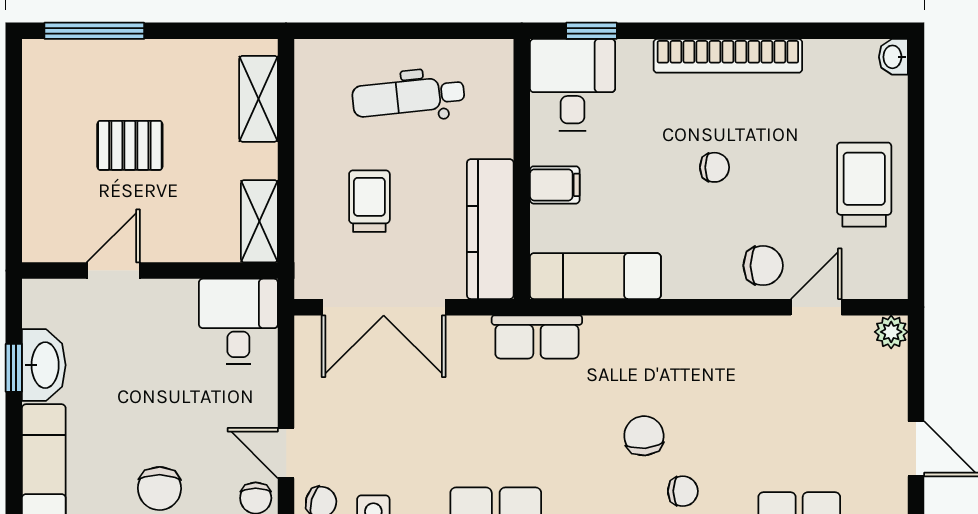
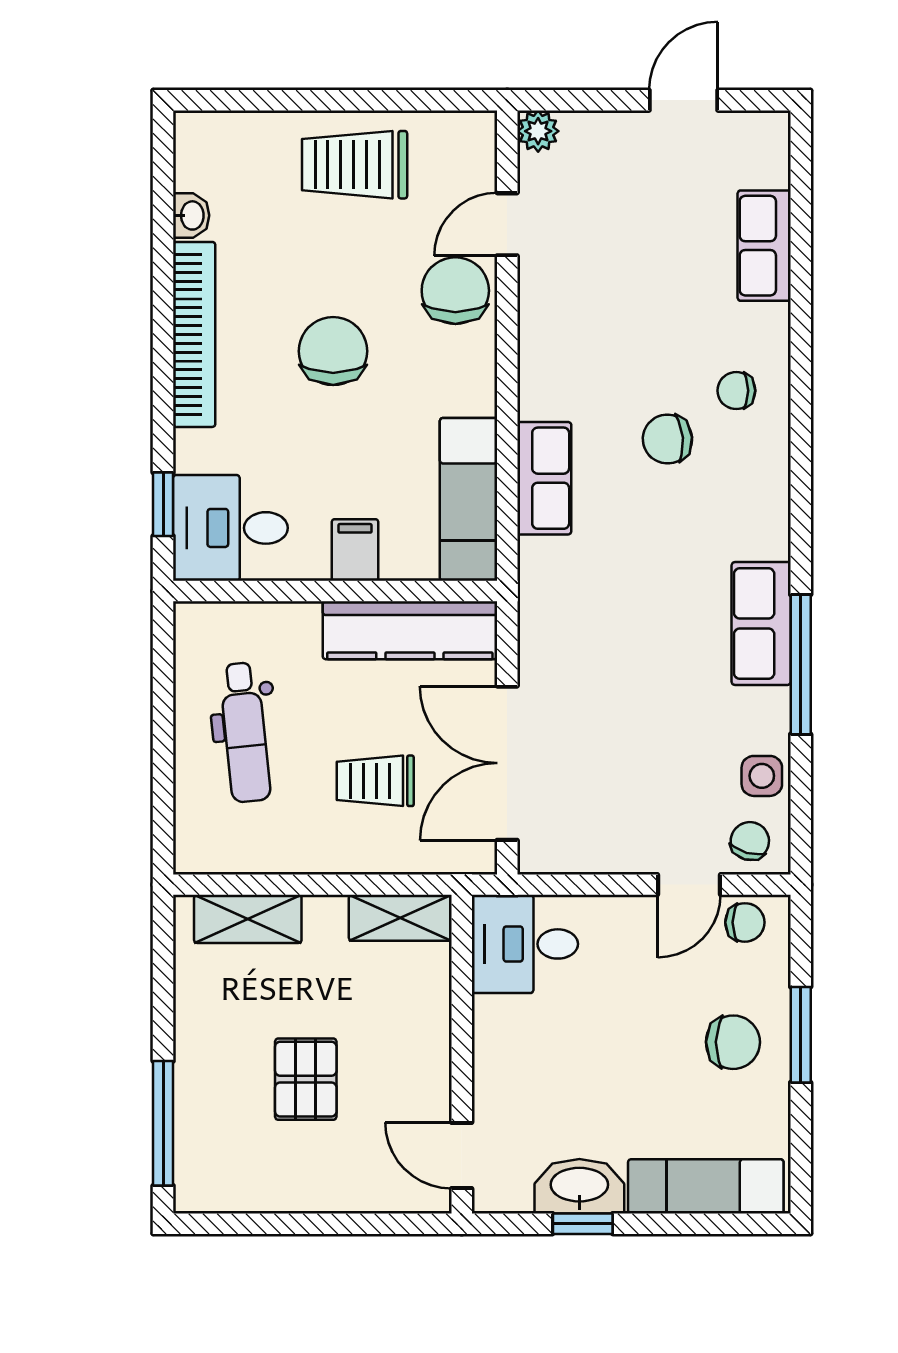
washbasin: (893, 57) -> (191, 215), moved, turned -90
chair: (715, 167) -> (333, 351), width x1.87, depth x1.87
chair: (763, 266) -> (455, 291), width x1.37, depth x1.37
door: (113, 271) -> (462, 1155), moved
double door: (384, 307) -> (507, 763), swing flipped
door: (816, 307) -> (507, 224), hinge flipped
row of seats: (537, 337) -> (544, 478), moved
chair: (683, 491) -> (736, 391), turned -90

